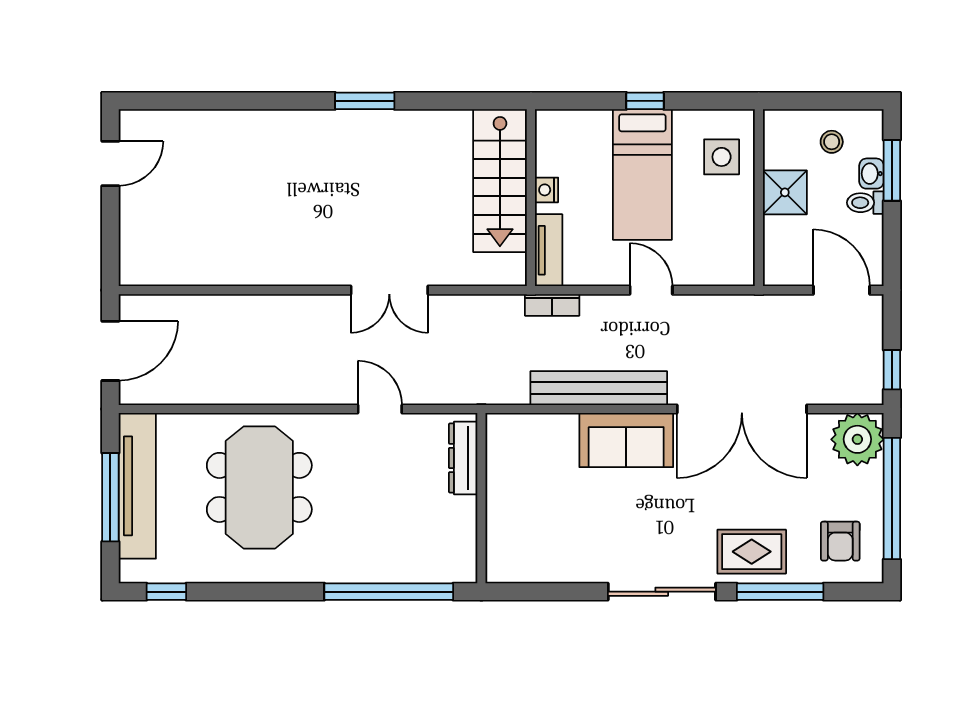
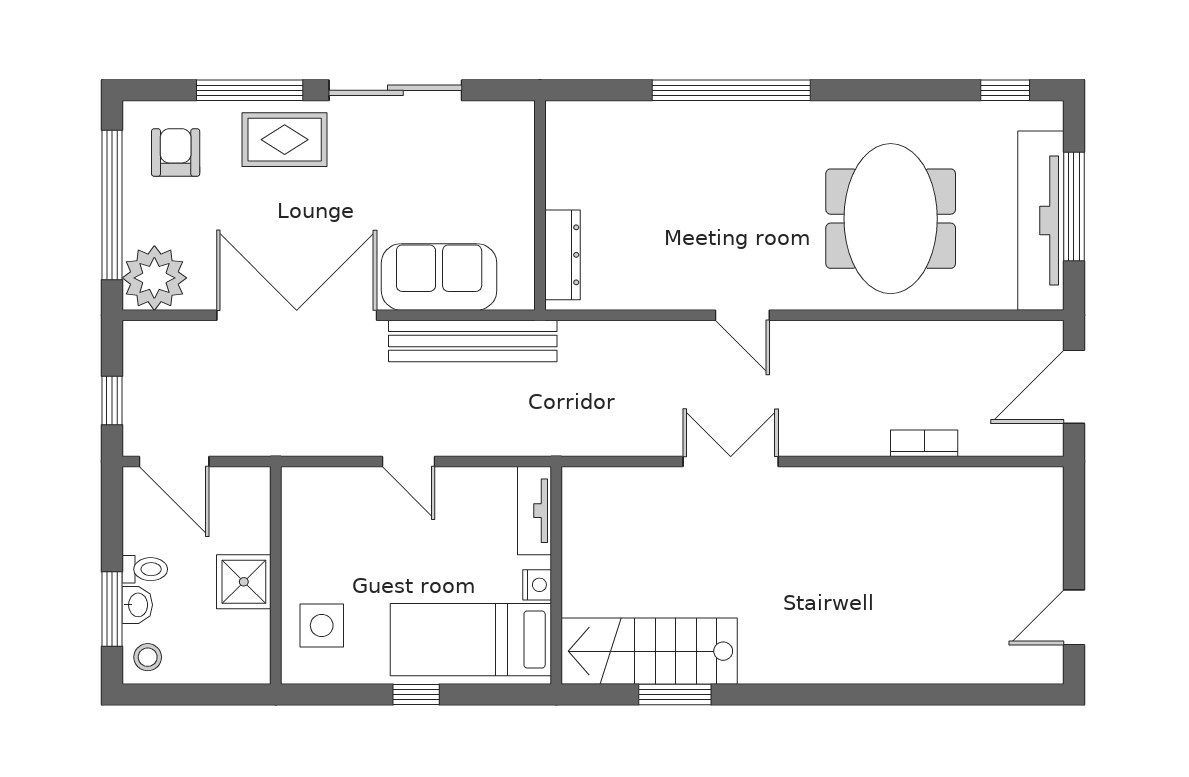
window: (365, 101) -> (675, 694), moved
stool: (832, 142) -> (148, 657), moved
bed: (642, 175) -> (471, 640), moved, turned -90
stairs: (500, 181) -> (649, 651), moved, turned -90
bookcase: (552, 305) -> (924, 443), moved
window: (892, 370) -> (112, 400), moved
dresser: (463, 458) -> (563, 255), moved
wall: (481, 498) -> (540, 205), moved

